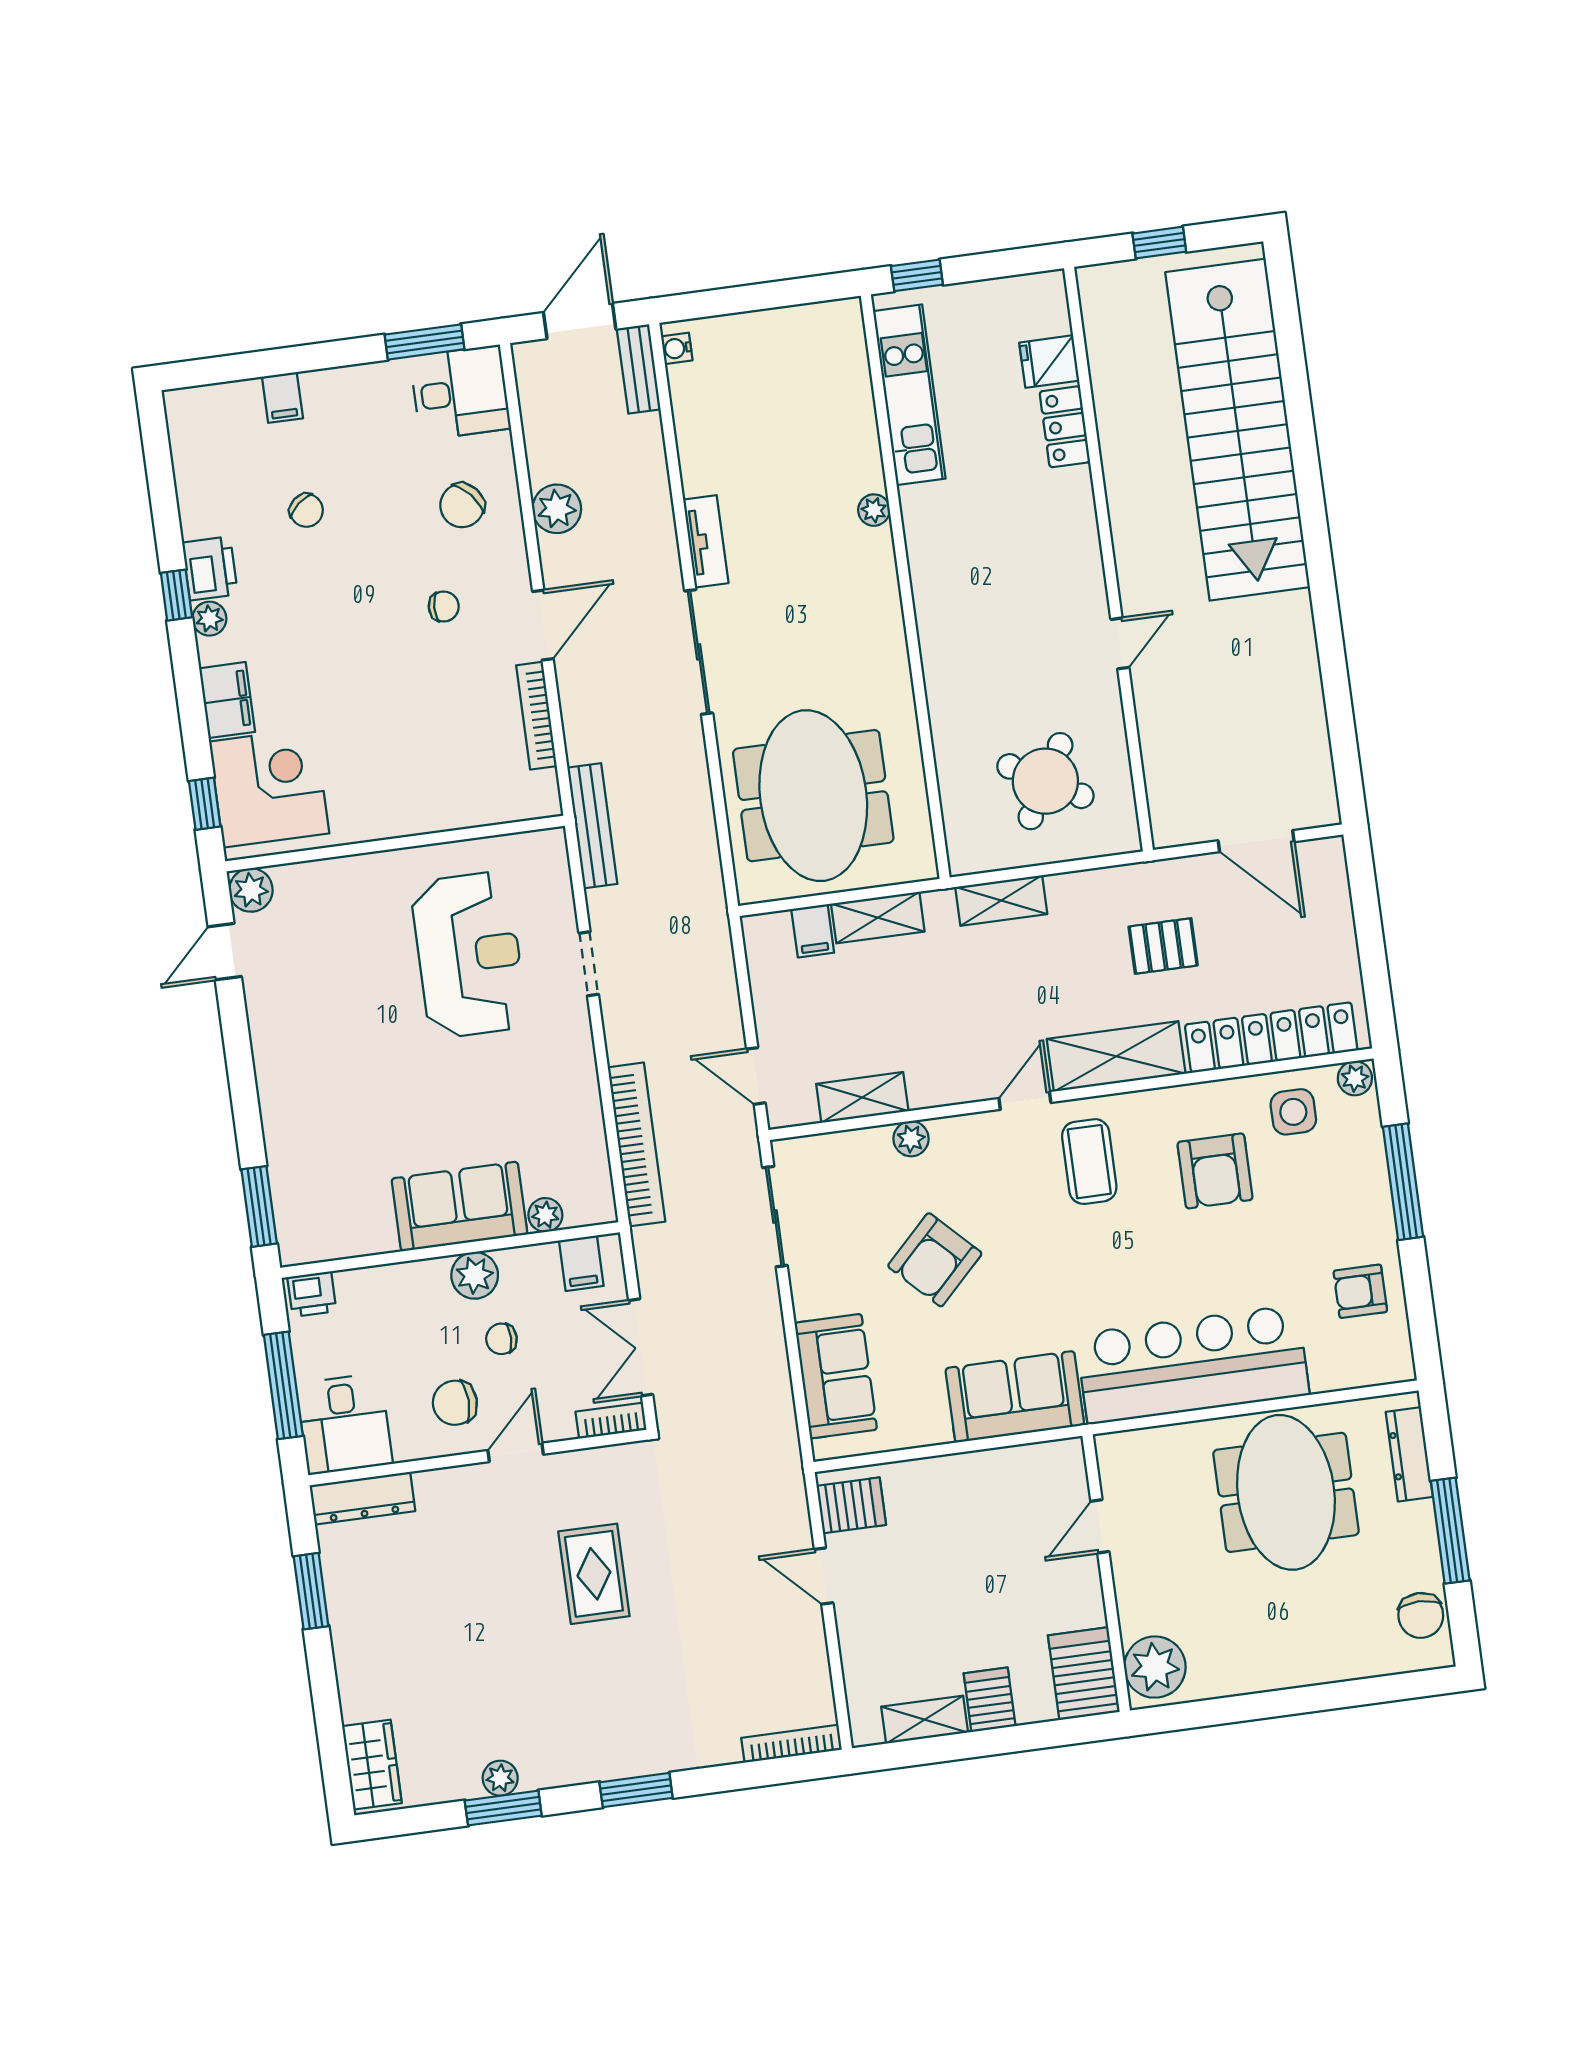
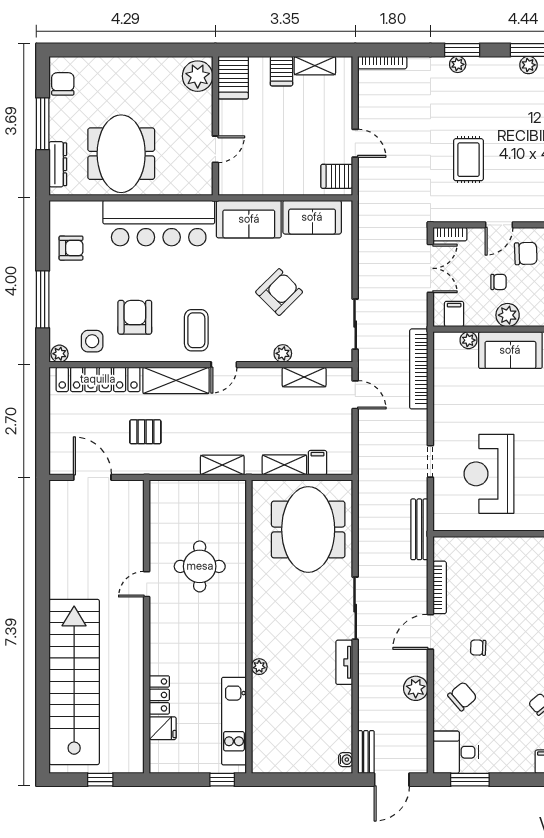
round table: (1045, 781) -> (200, 566), moved, turned -30
sofa: (836, 1376) -> (312, 217), moved, turned -90
plant: (641, 1760) -> (458, 64), added

